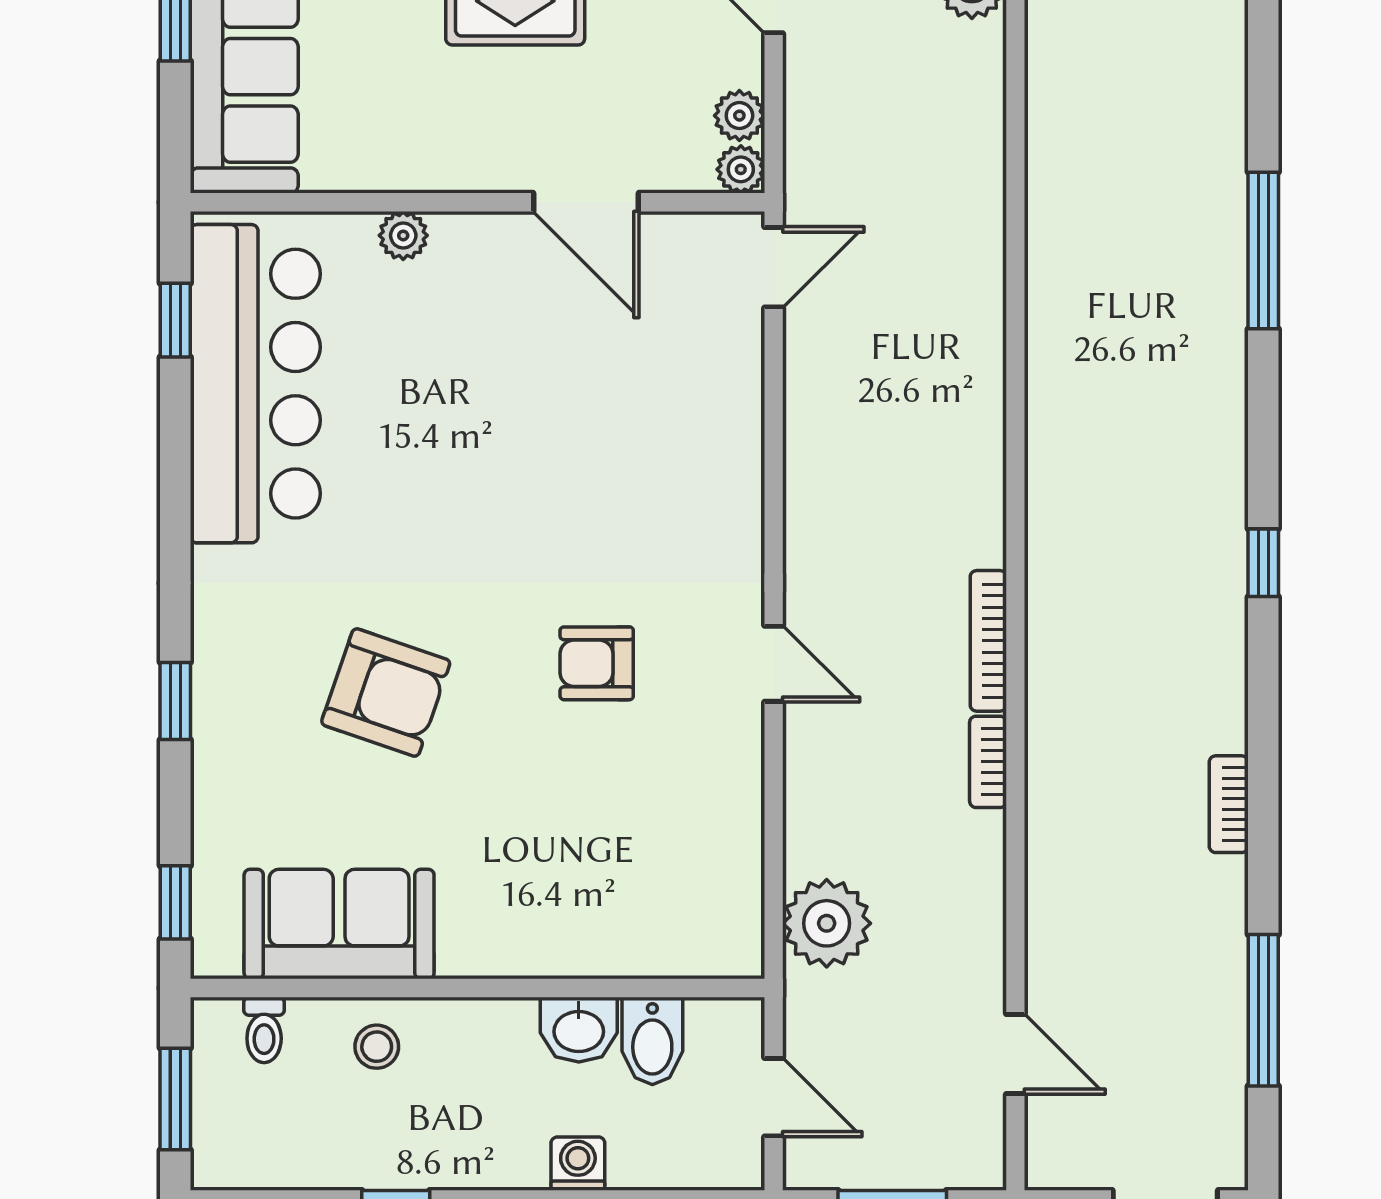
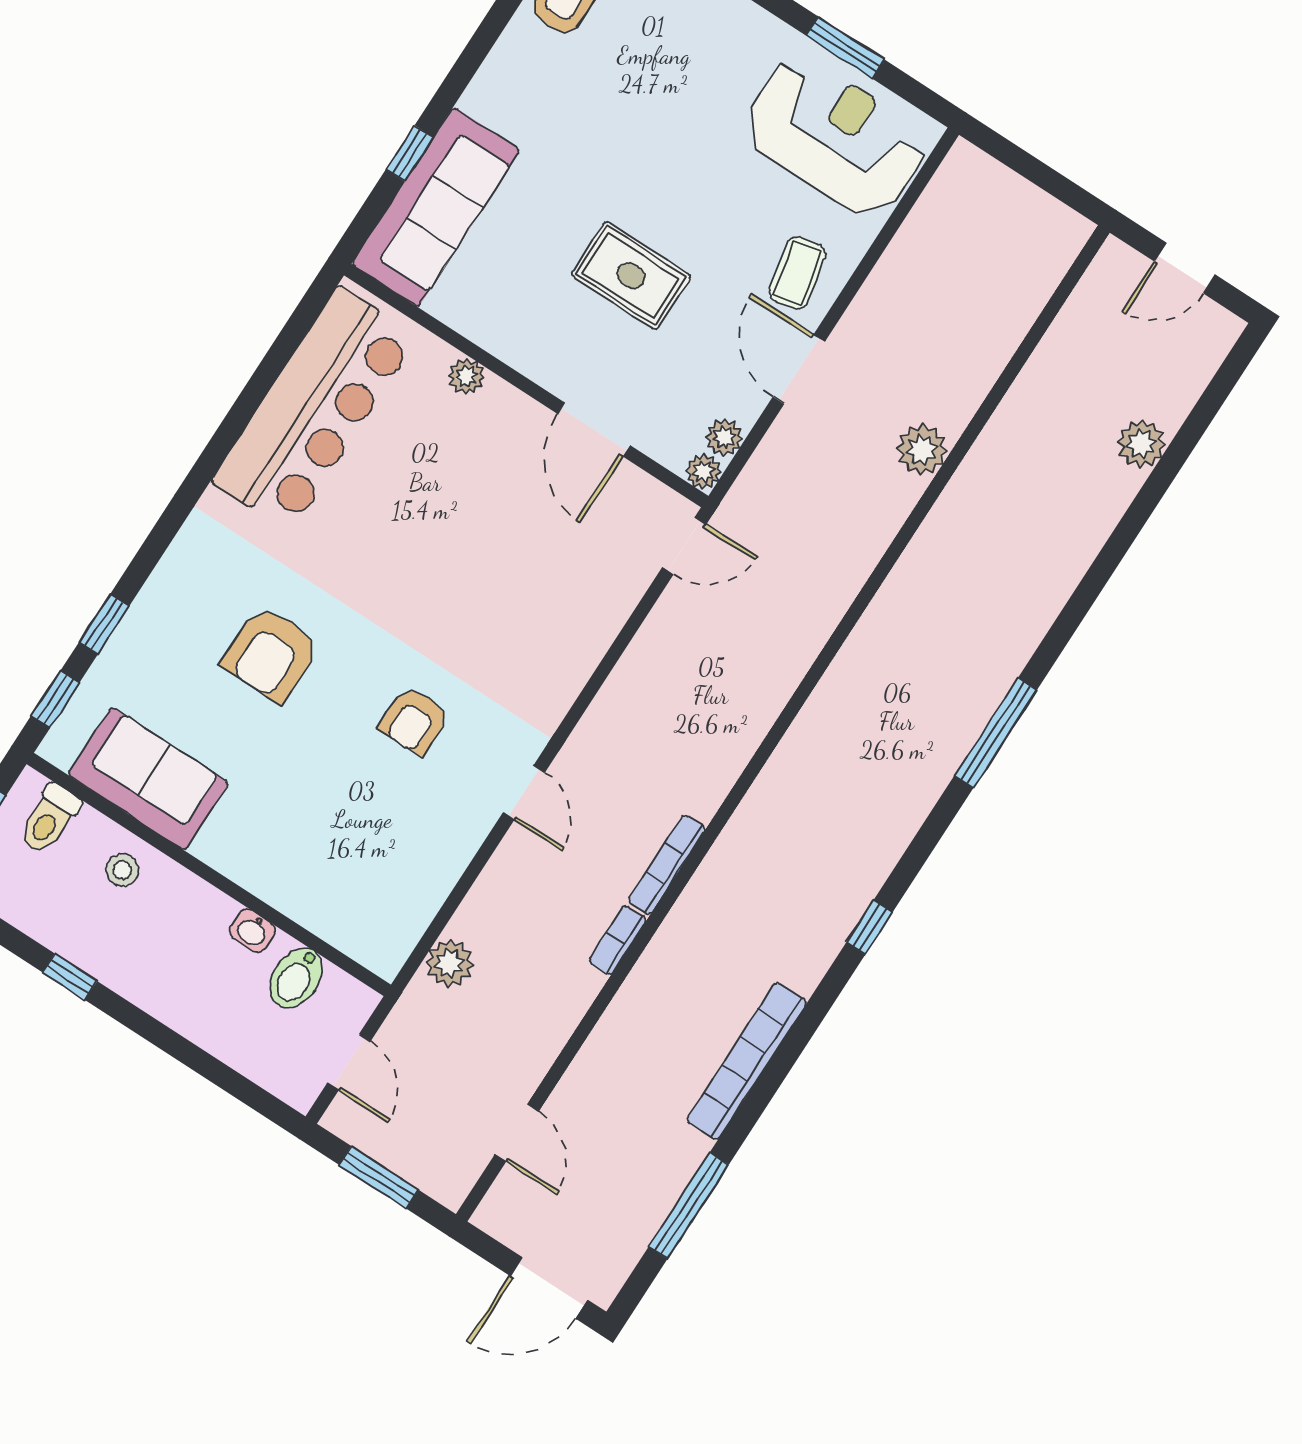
window: (175, 320) -> (291, 337), removed
armchair: (597, 663) -> (414, 721), turned -90
armchair: (386, 692) -> (271, 654), turned 71
window: (175, 701) -> (104, 624), moved
bookcase: (1229, 804) -> (747, 1061), width x2.31, depth x1.31
plant: (827, 923) -> (450, 963), width x0.73, depth x0.73
toilet: (264, 1030) -> (49, 819), width x1.37, depth x1.39
washbasin: (579, 1030) -> (252, 931), width x0.72, depth x0.69
washing machine: (578, 1164) -> (200, 1024), removed

